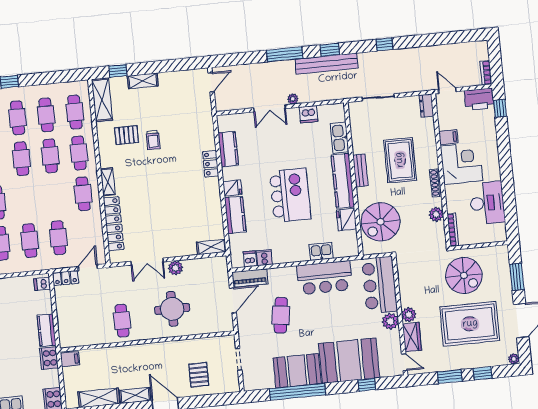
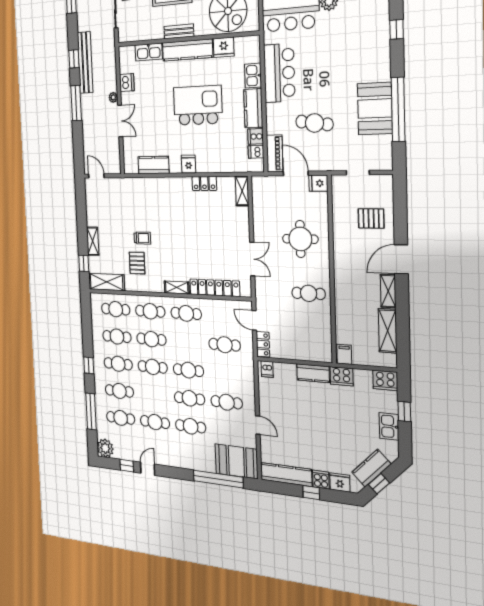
locker: (211, 164) -> (204, 183), moved
kitchen counter: (235, 215) -> (253, 108), moved, turned -90
cafe table: (30, 241) -> (188, 370), moved
plant: (176, 268) -> (260, 230), removed
fridge: (226, 323) -> (318, 183), added
booth: (349, 361) -> (368, 49), removed

